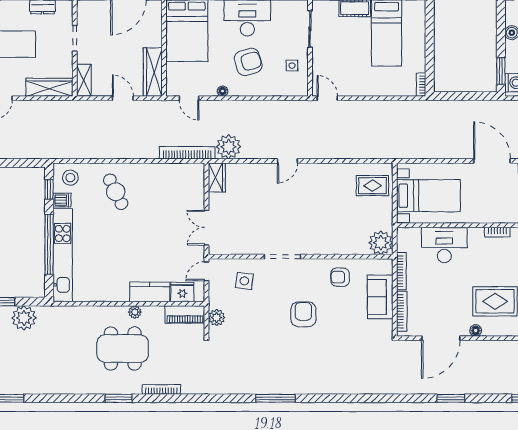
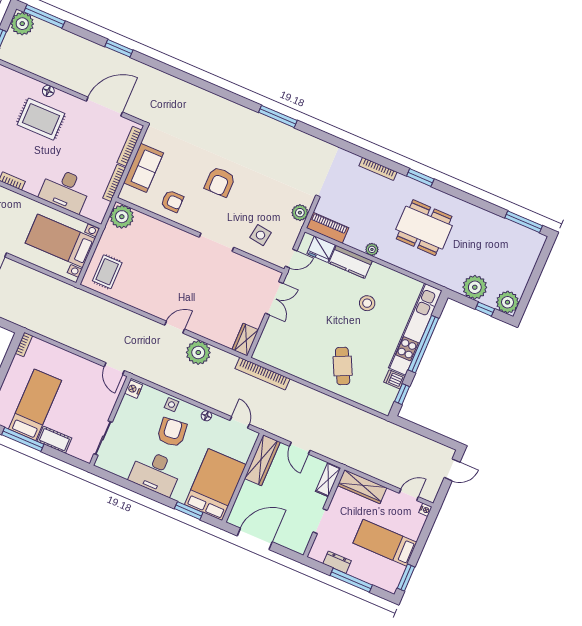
armchair: (248, 62) -> (172, 432), turned 100
side table: (292, 66) -> (171, 405), moved
nightstand: (301, 87) -> (133, 389), added
plant: (228, 147) -> (198, 353), moved
stool: (70, 178) -> (367, 303), moved
rug: (372, 186) -> (107, 272), turned 90
floor lamp: (476, 330) -> (48, 91), moved
dining table: (123, 349) -> (424, 228), moved

